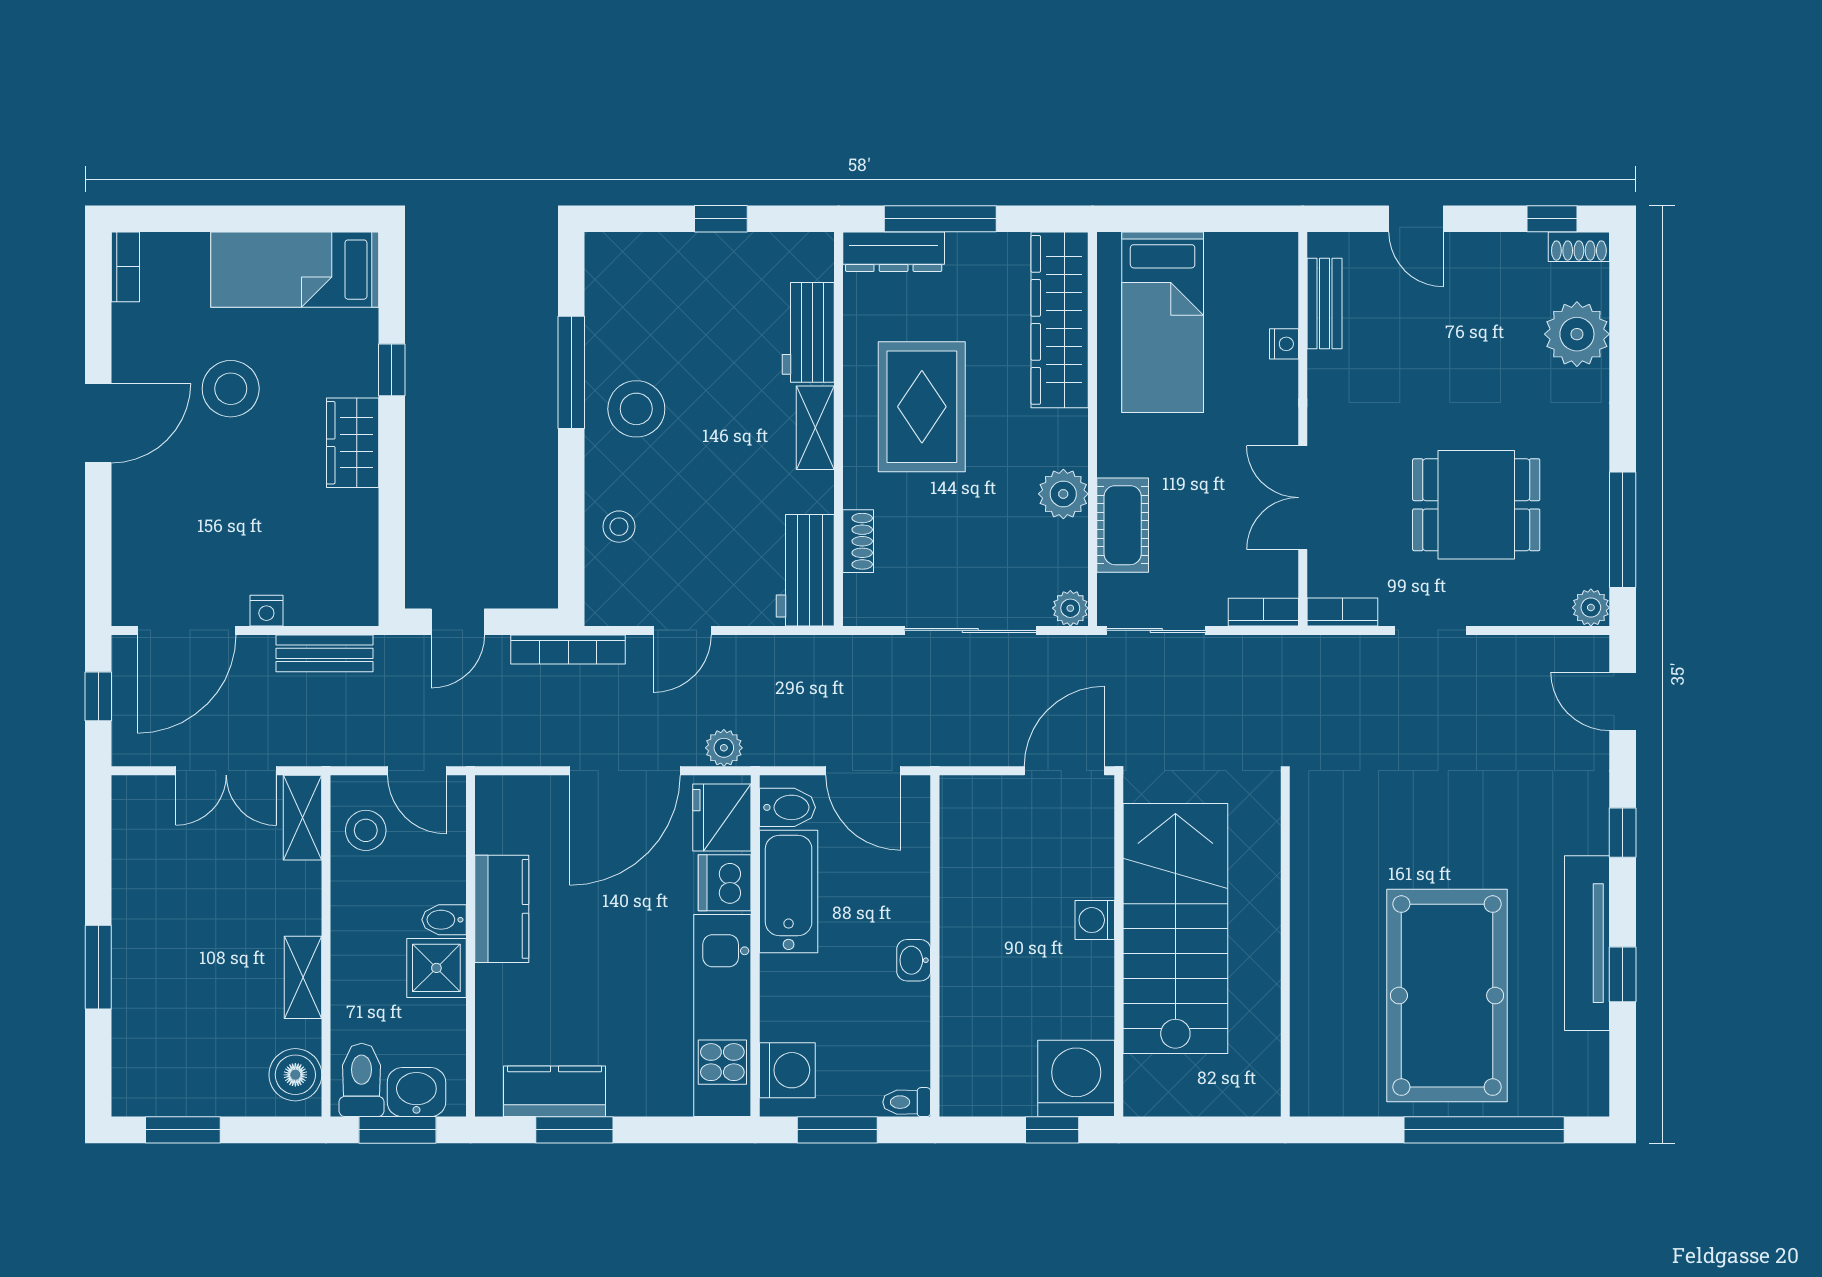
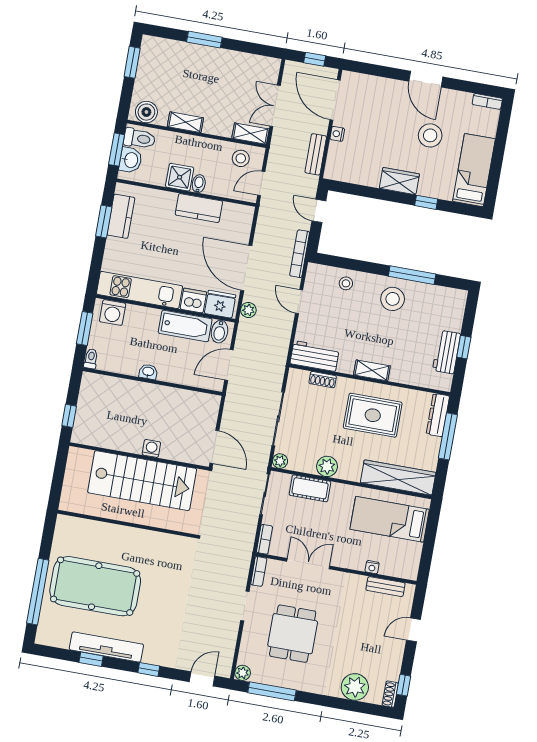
workbench: (808, 332) -> (447, 352), moved, turned -90
washing machine: (1076, 1078) -> (88, 429), removed

